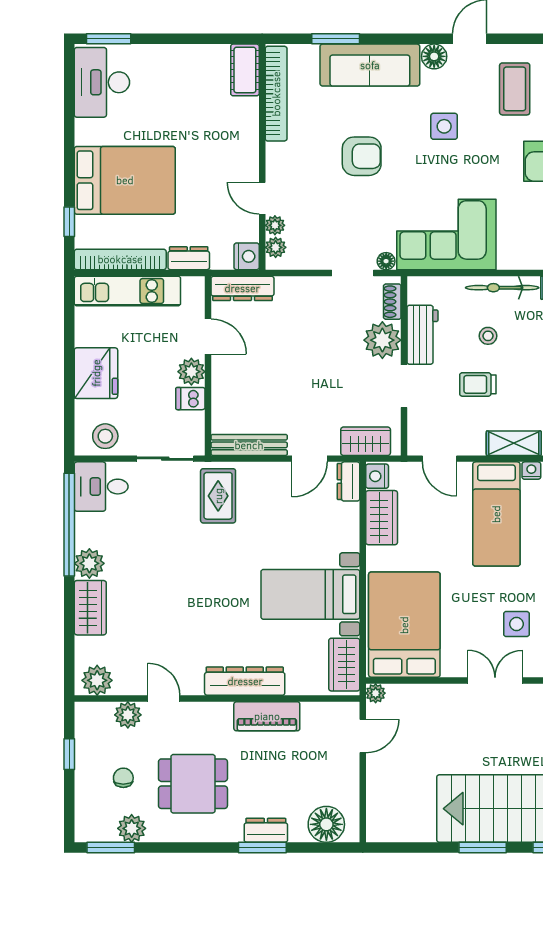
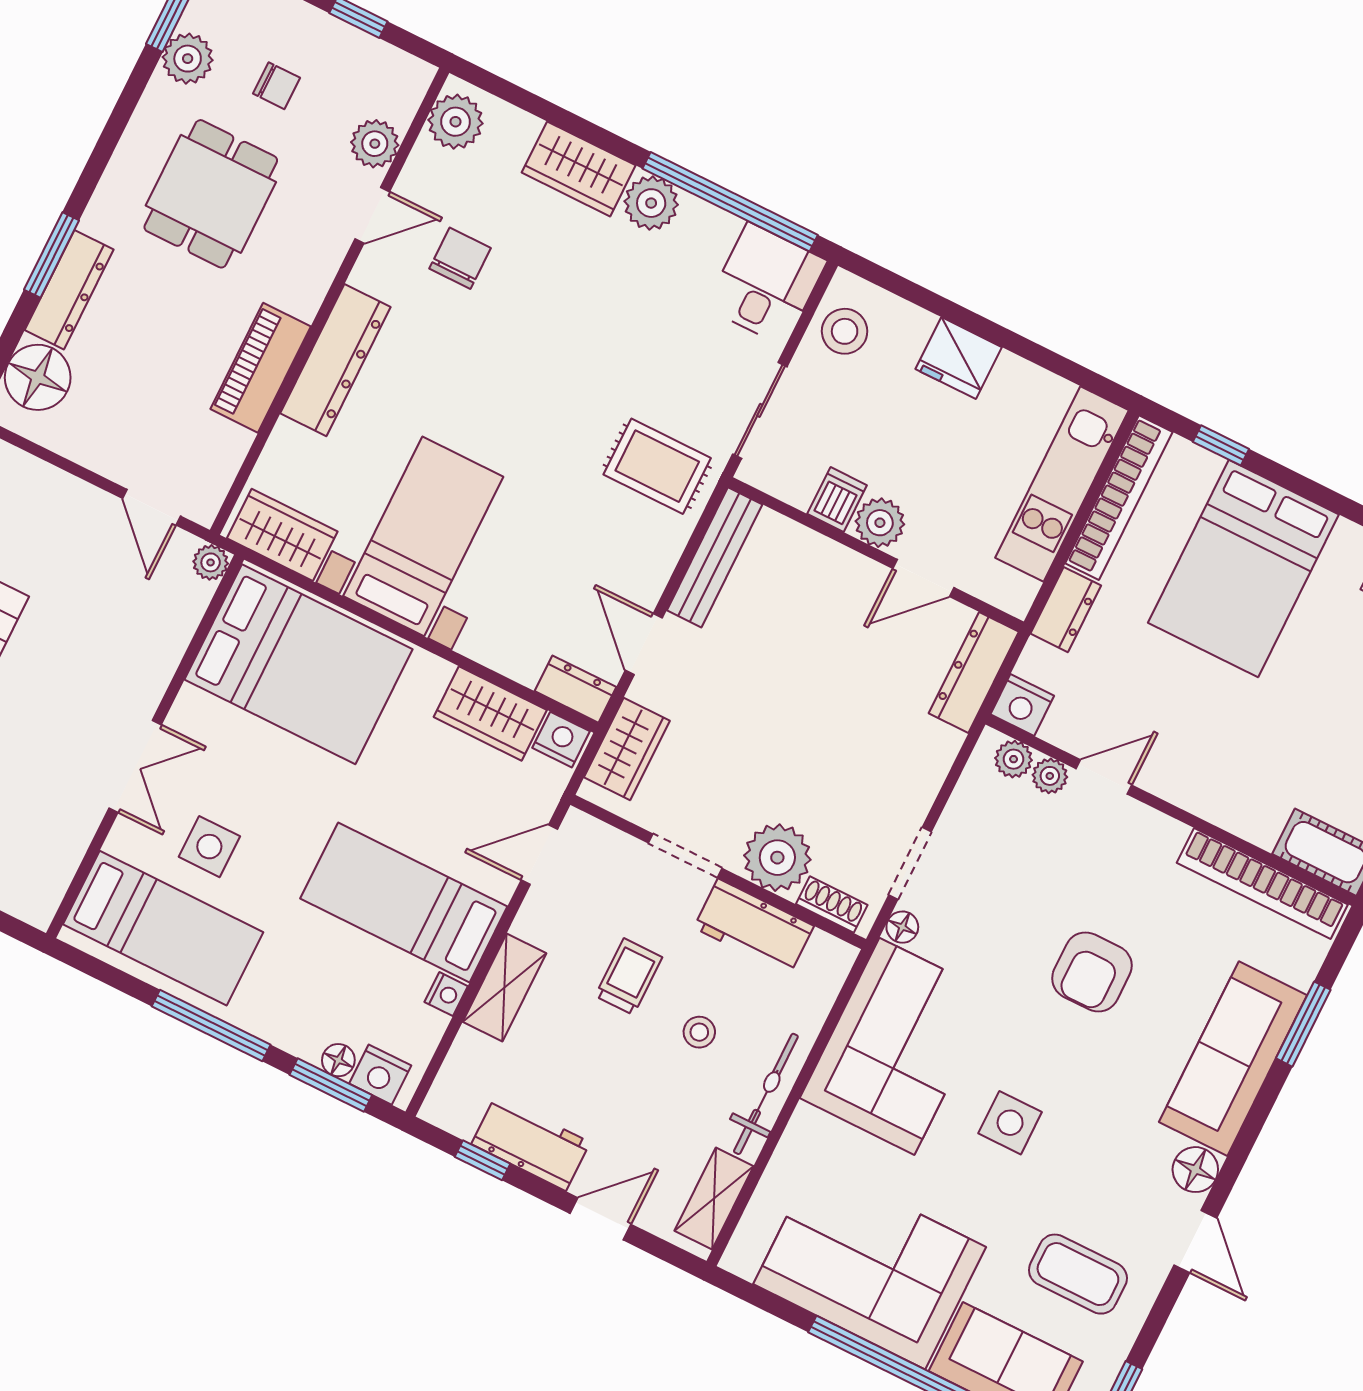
side table: (444, 126) -> (1010, 1123), moved
fridge: (96, 373) -> (959, 358), width x0.73, depth x0.75
chair: (164, 644) -> (460, 258), added
dresser: (266, 830) -> (69, 290), width x1.44

